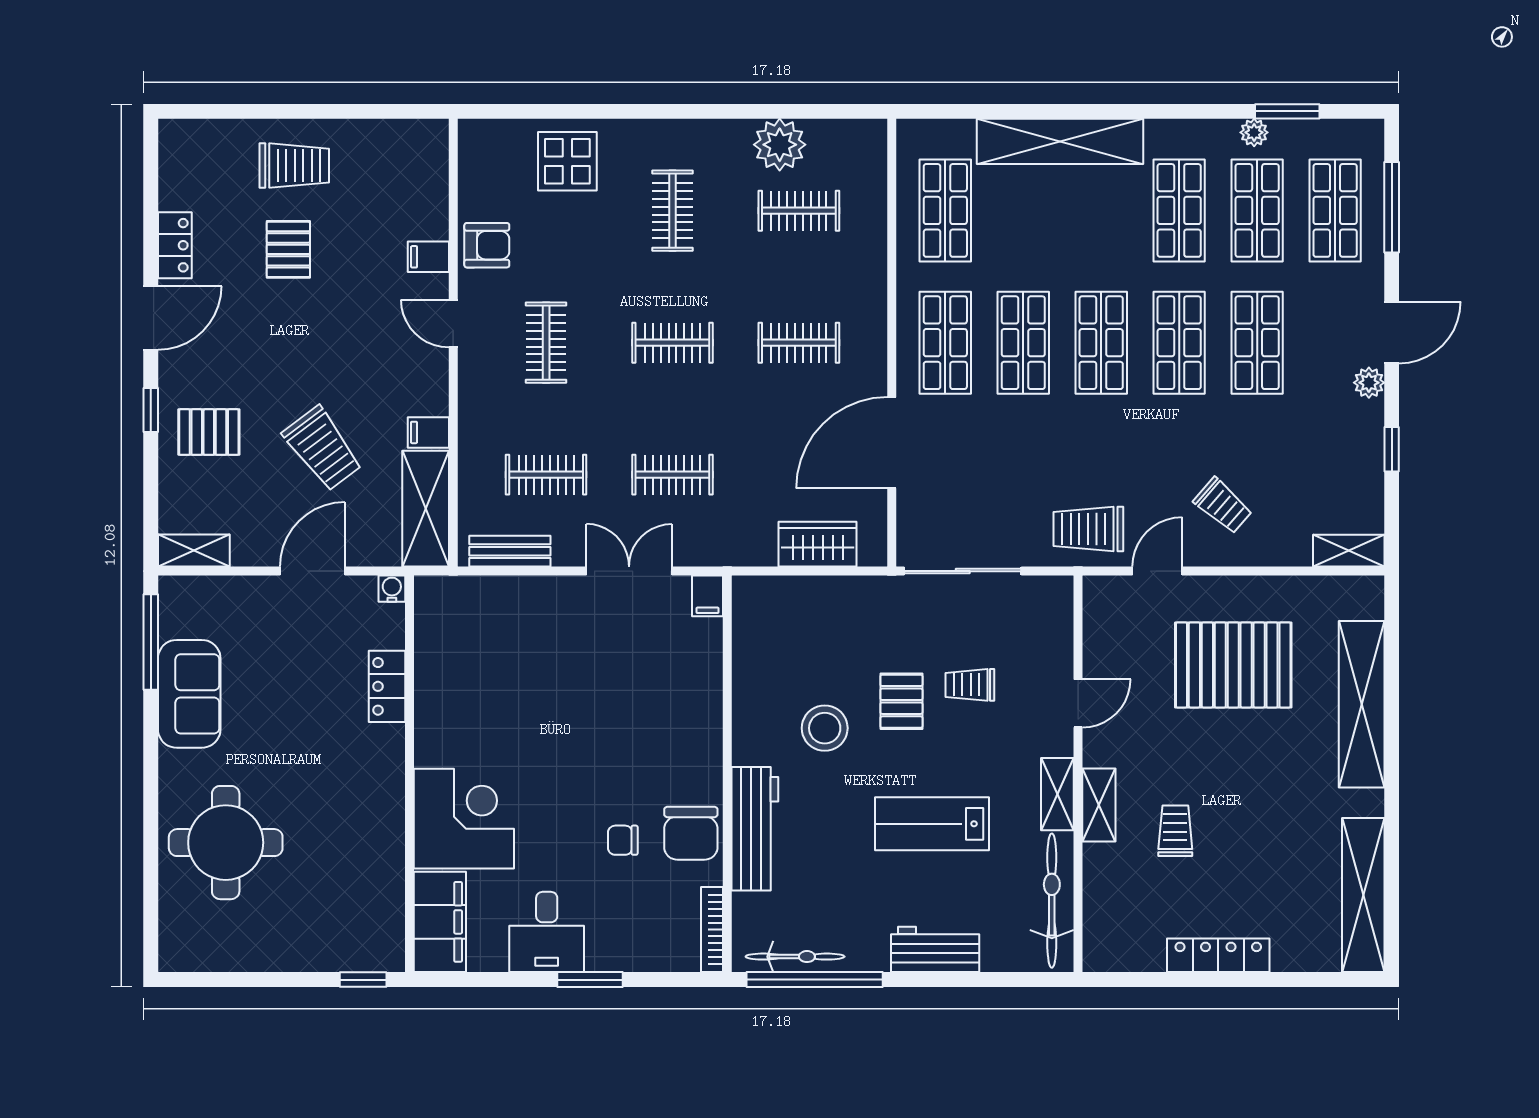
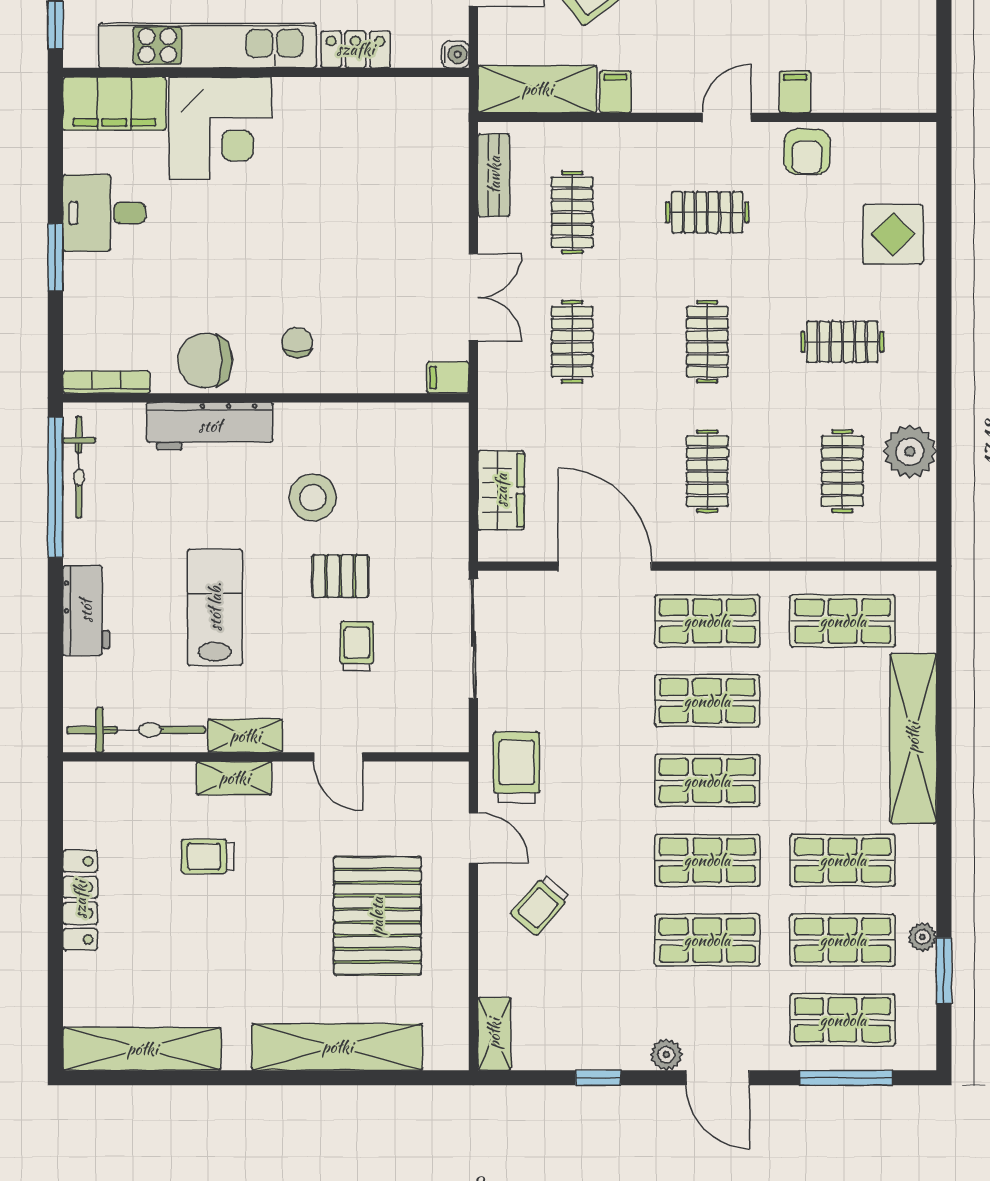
kitchen unit: (383, 831) -> (207, 46), added
trolley: (1175, 831) -> (208, 856), turned 180
chair: (623, 840) -> (297, 342), moved

